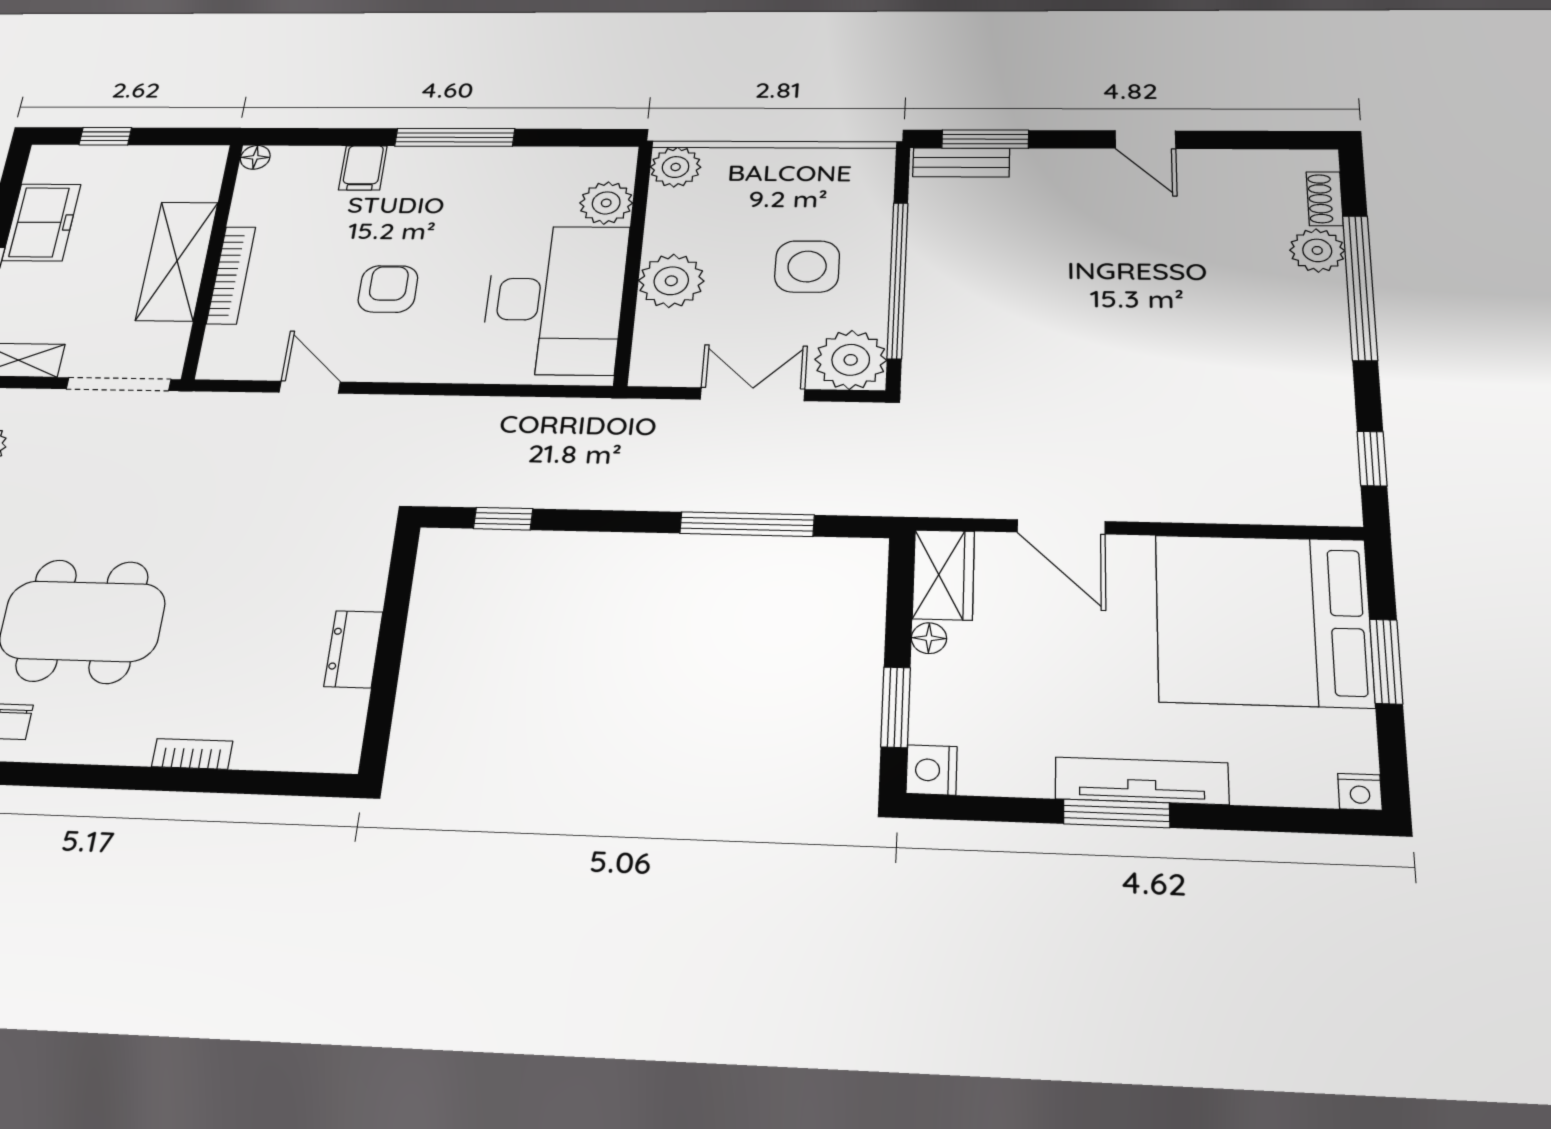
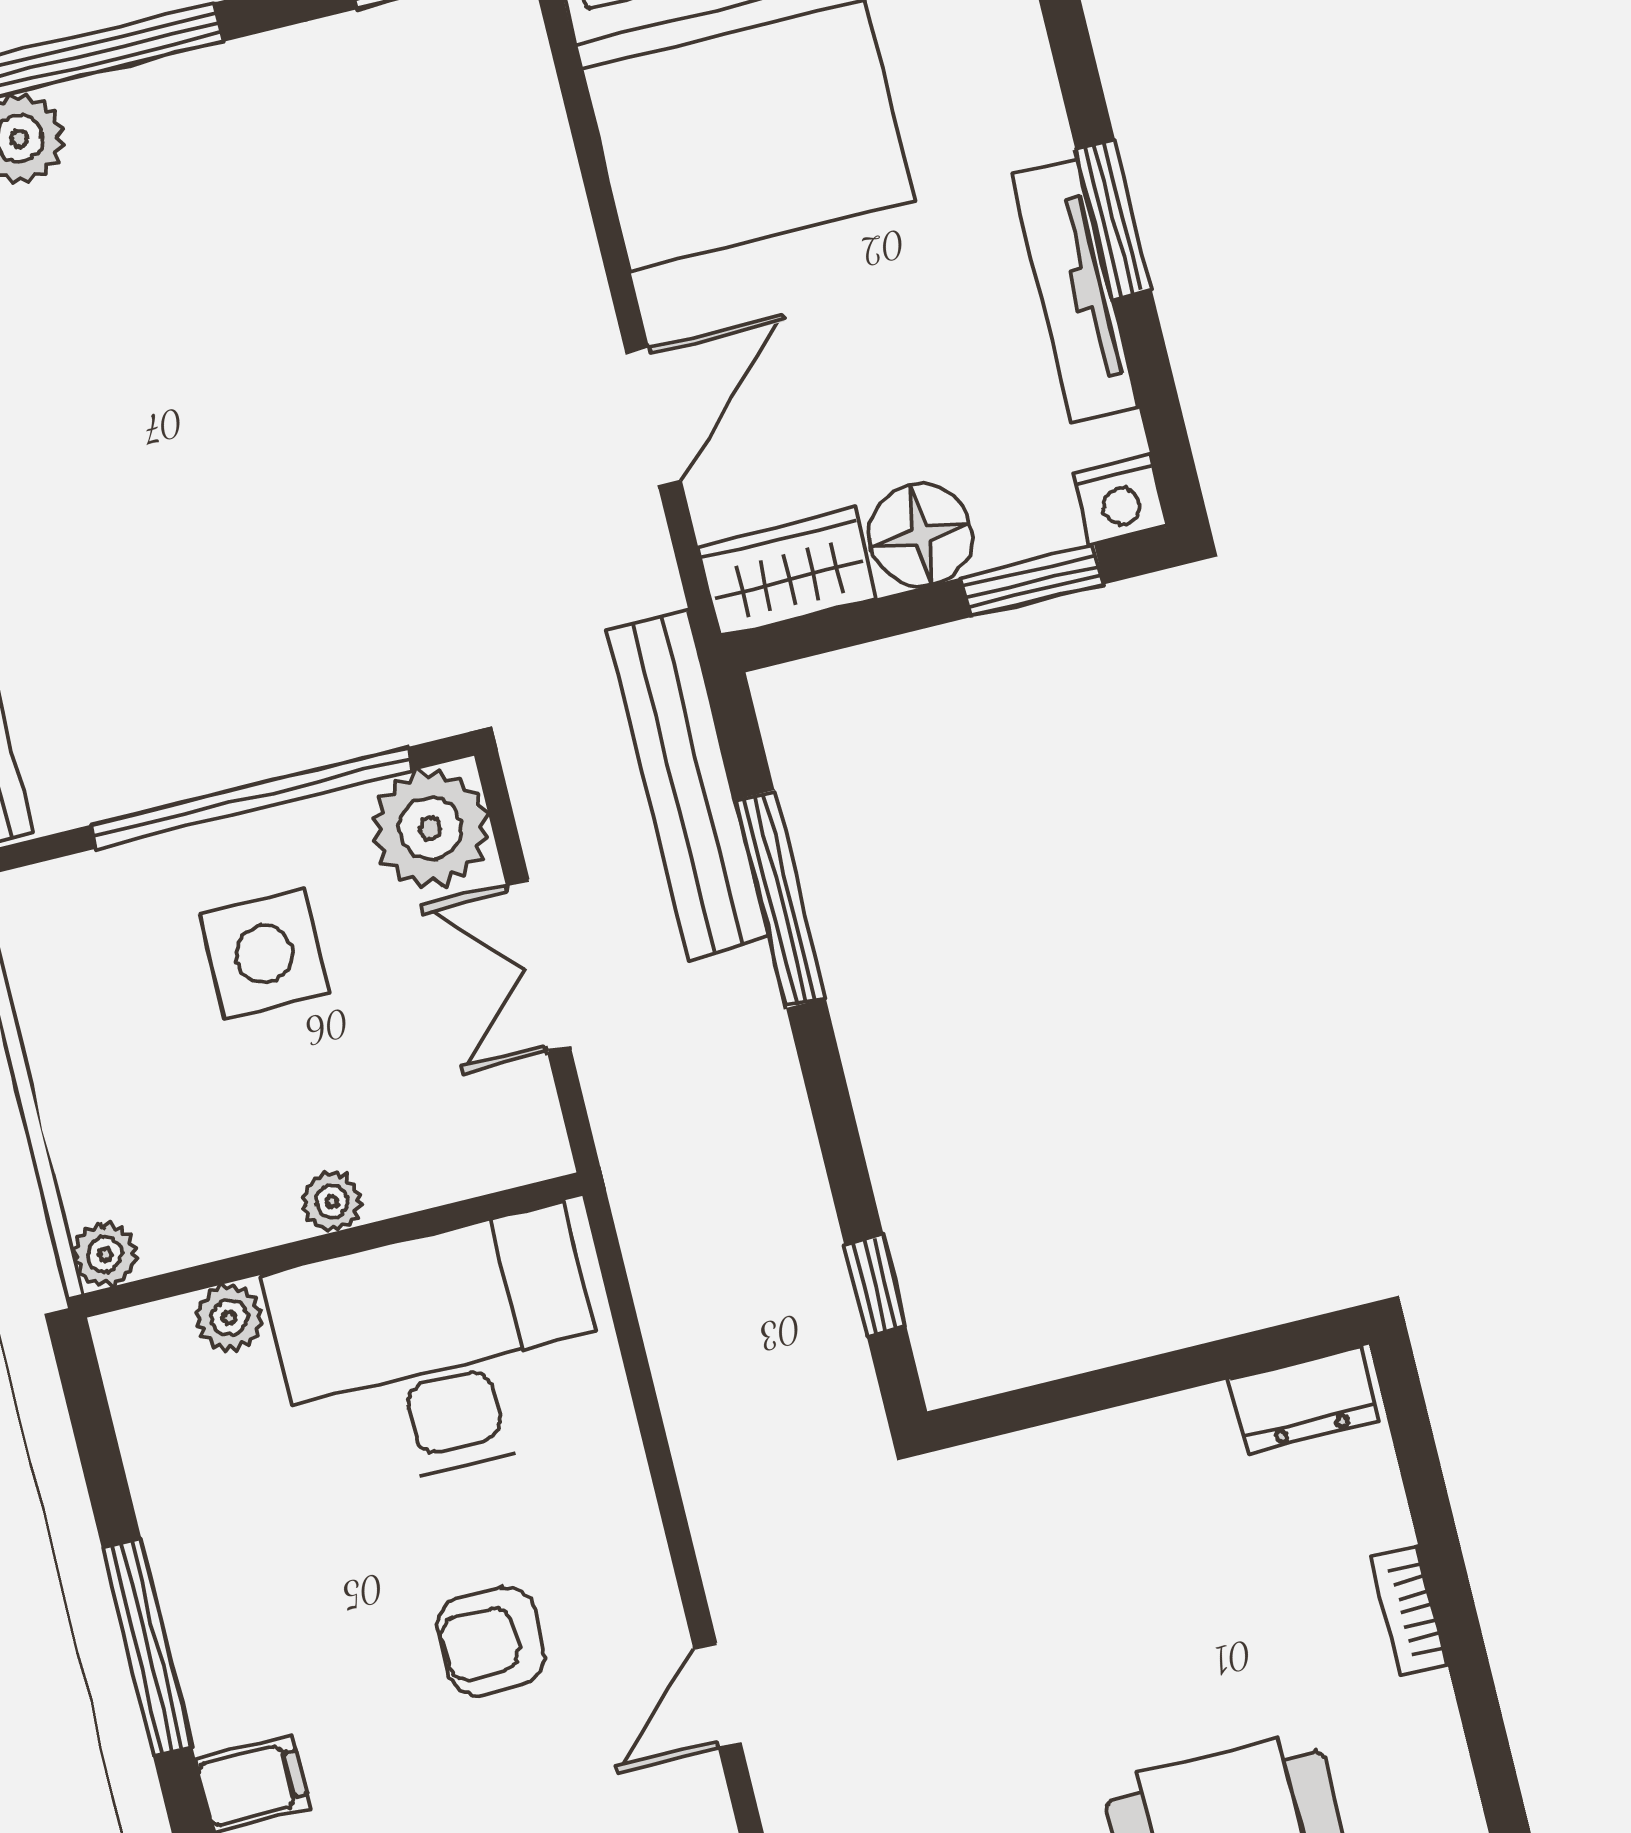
plant: (676, 167) -> (105, 1255), width x0.73, depth x0.73
plant: (606, 203) -> (229, 1318), width x0.73, depth x0.73
plant: (671, 281) -> (332, 1201), width x0.53, depth x0.53
bench: (832, 493) -> (688, 784), added
floor lamp: (929, 638) -> (921, 535), width x1.89, depth x1.89
dresser: (353, 649) -> (1305, 1400), moved
tv unit: (1142, 781) -> (1075, 290), moved

